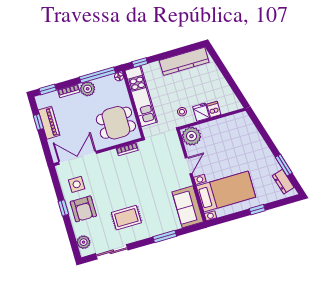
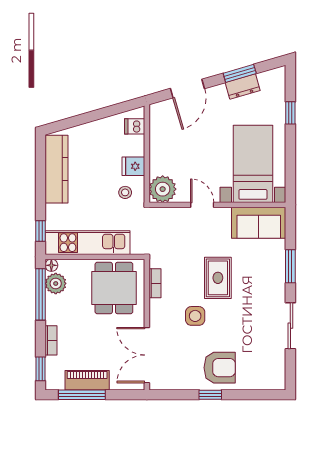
plant: (88, 89) -> (56, 283), moved
dishwasher: (214, 109) -> (135, 126), moved
window: (38, 122) -> (82, 395), width x2.17
door: (263, 133) -> (187, 89), added
dresser: (283, 182) -> (243, 87), moved
side table: (77, 184) -> (195, 316), moved
window: (257, 210) -> (290, 113), moved
rug: (126, 218) -> (218, 278), moved
plant: (84, 242) -> (266, 381), removed
sliding door: (112, 252) -> (290, 326), moved

